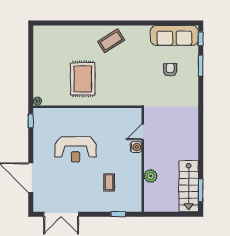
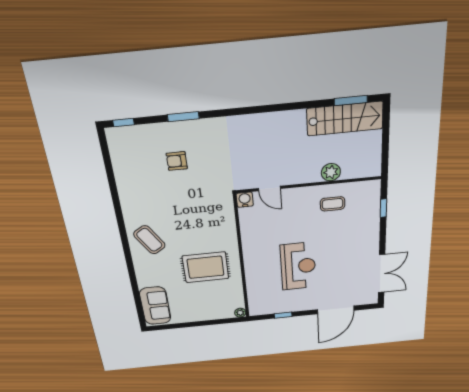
sofa: (174, 35) -> (155, 306), moved, width x0.73
window: (201, 66) -> (183, 117), moved
window: (31, 121) -> (283, 315), moved
water cooler: (136, 147) -> (245, 200), moved
coffee table: (109, 182) -> (333, 204), moved

